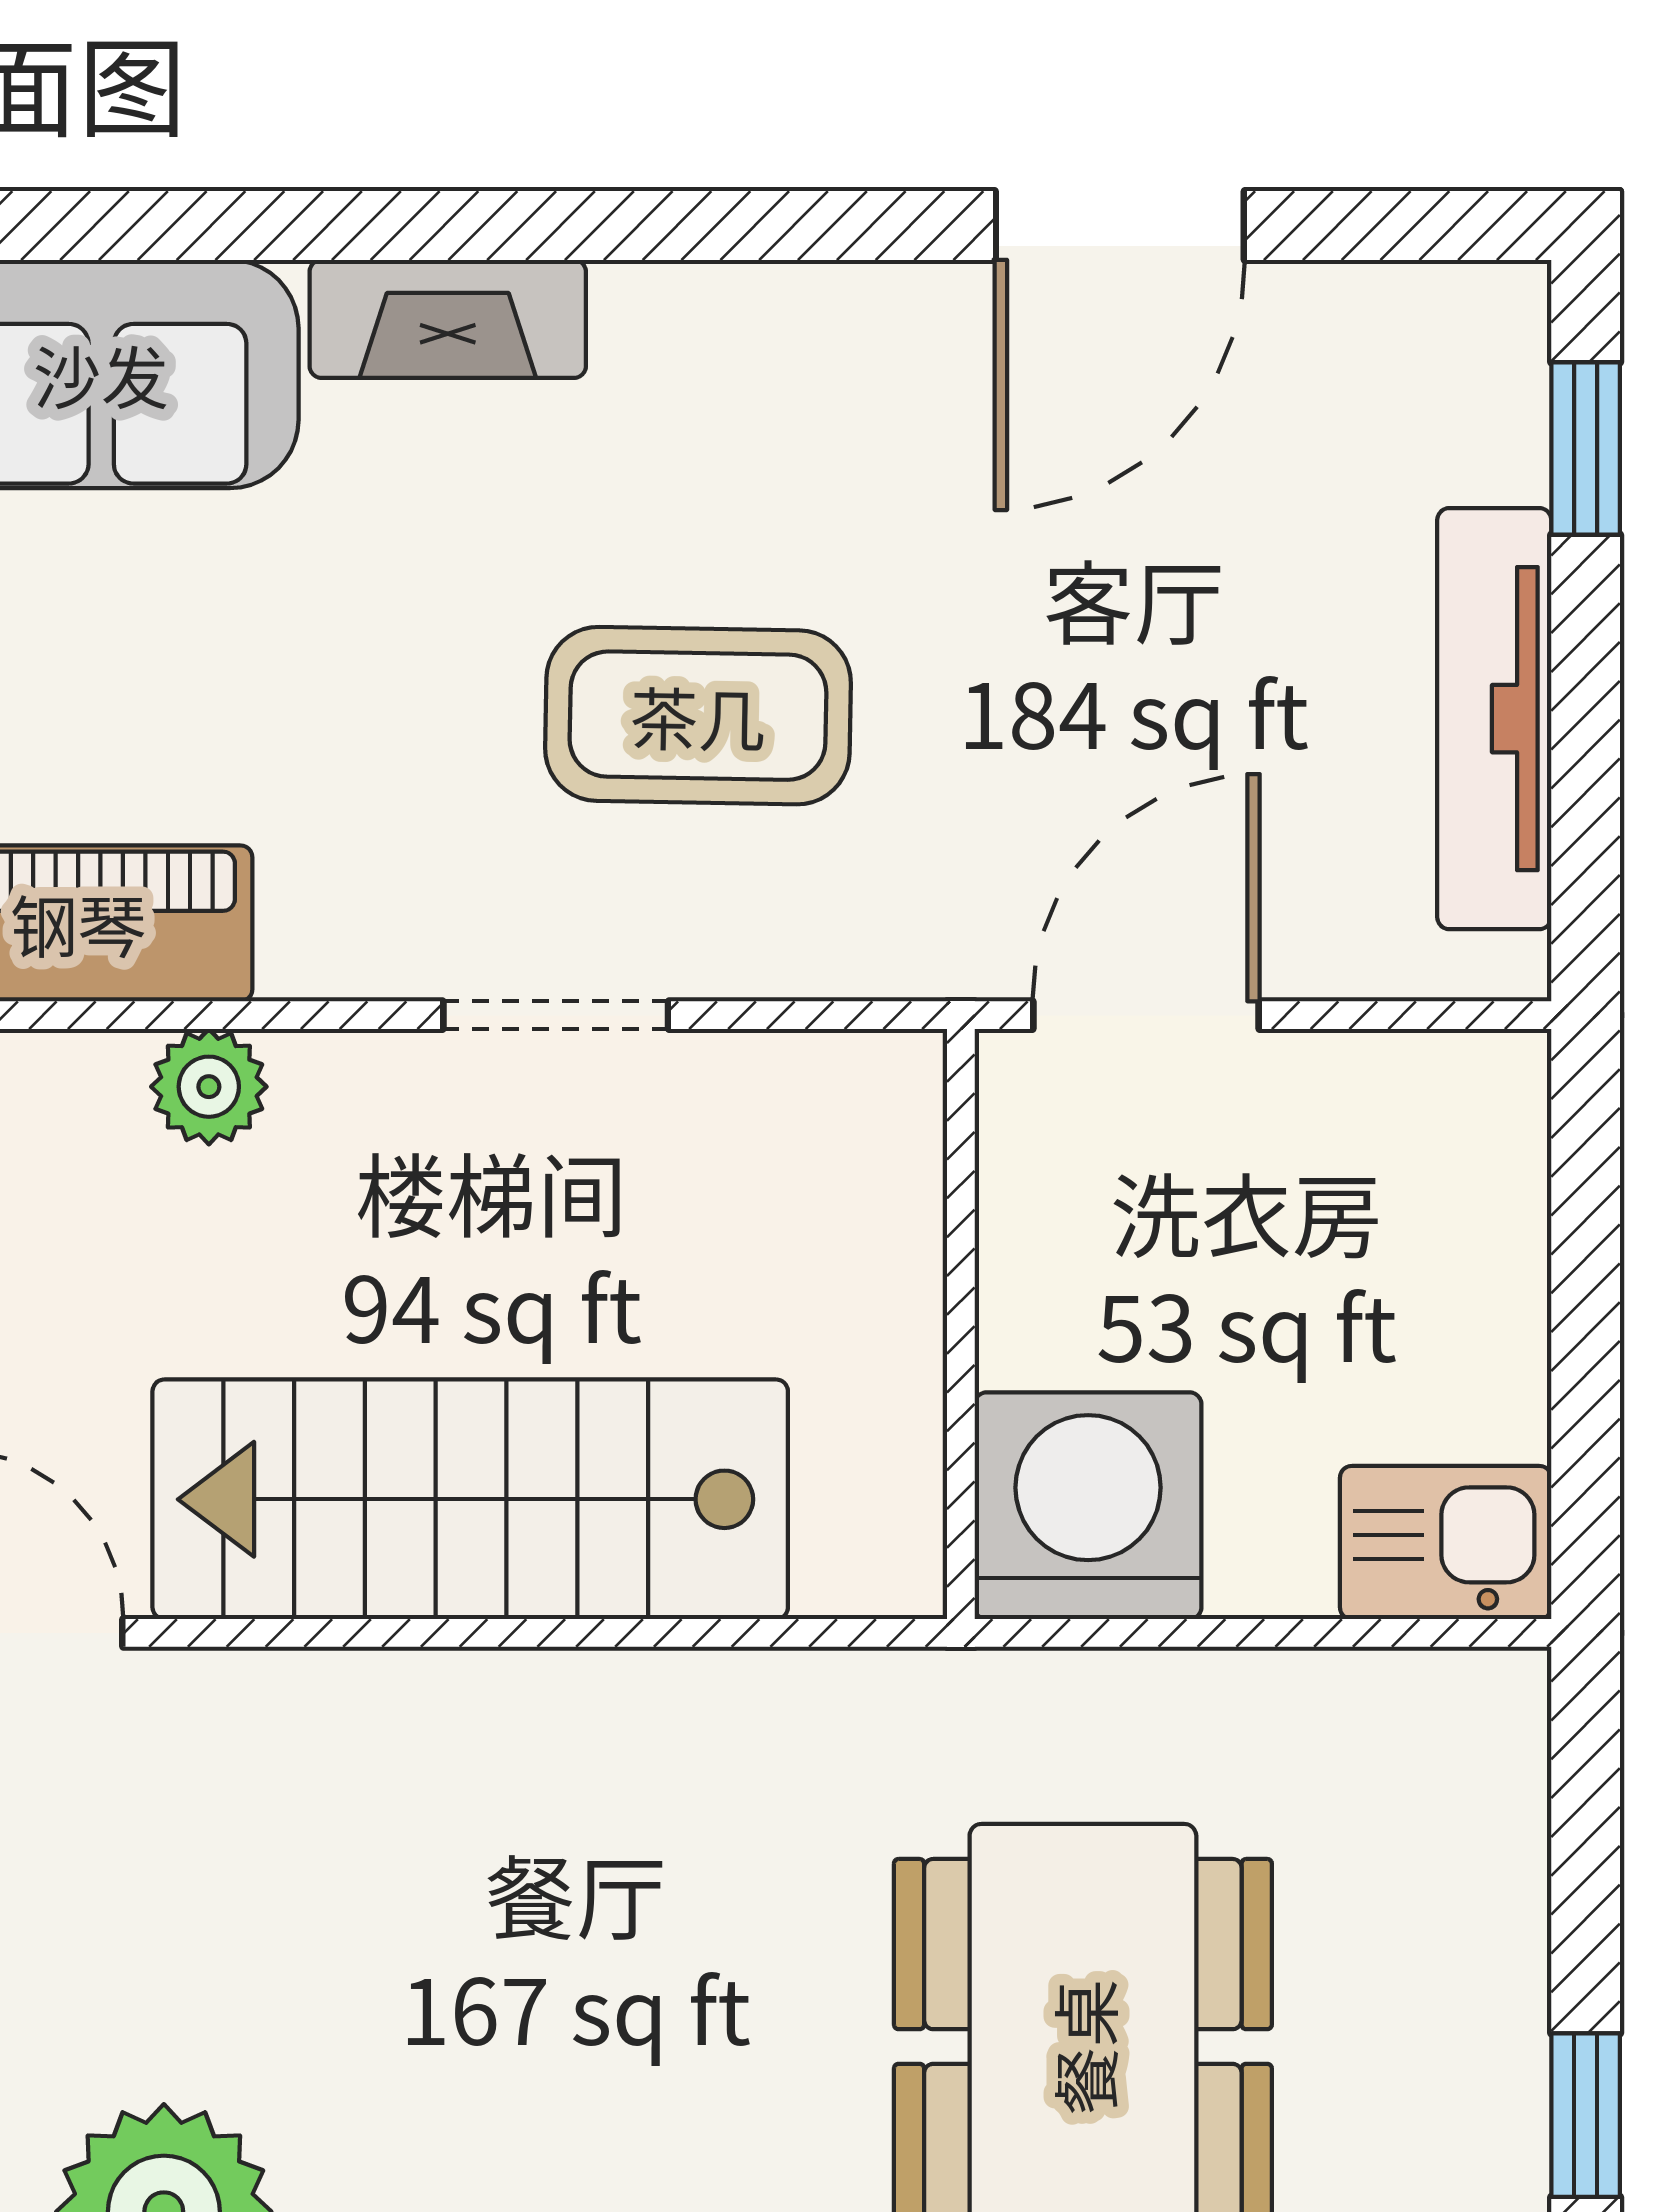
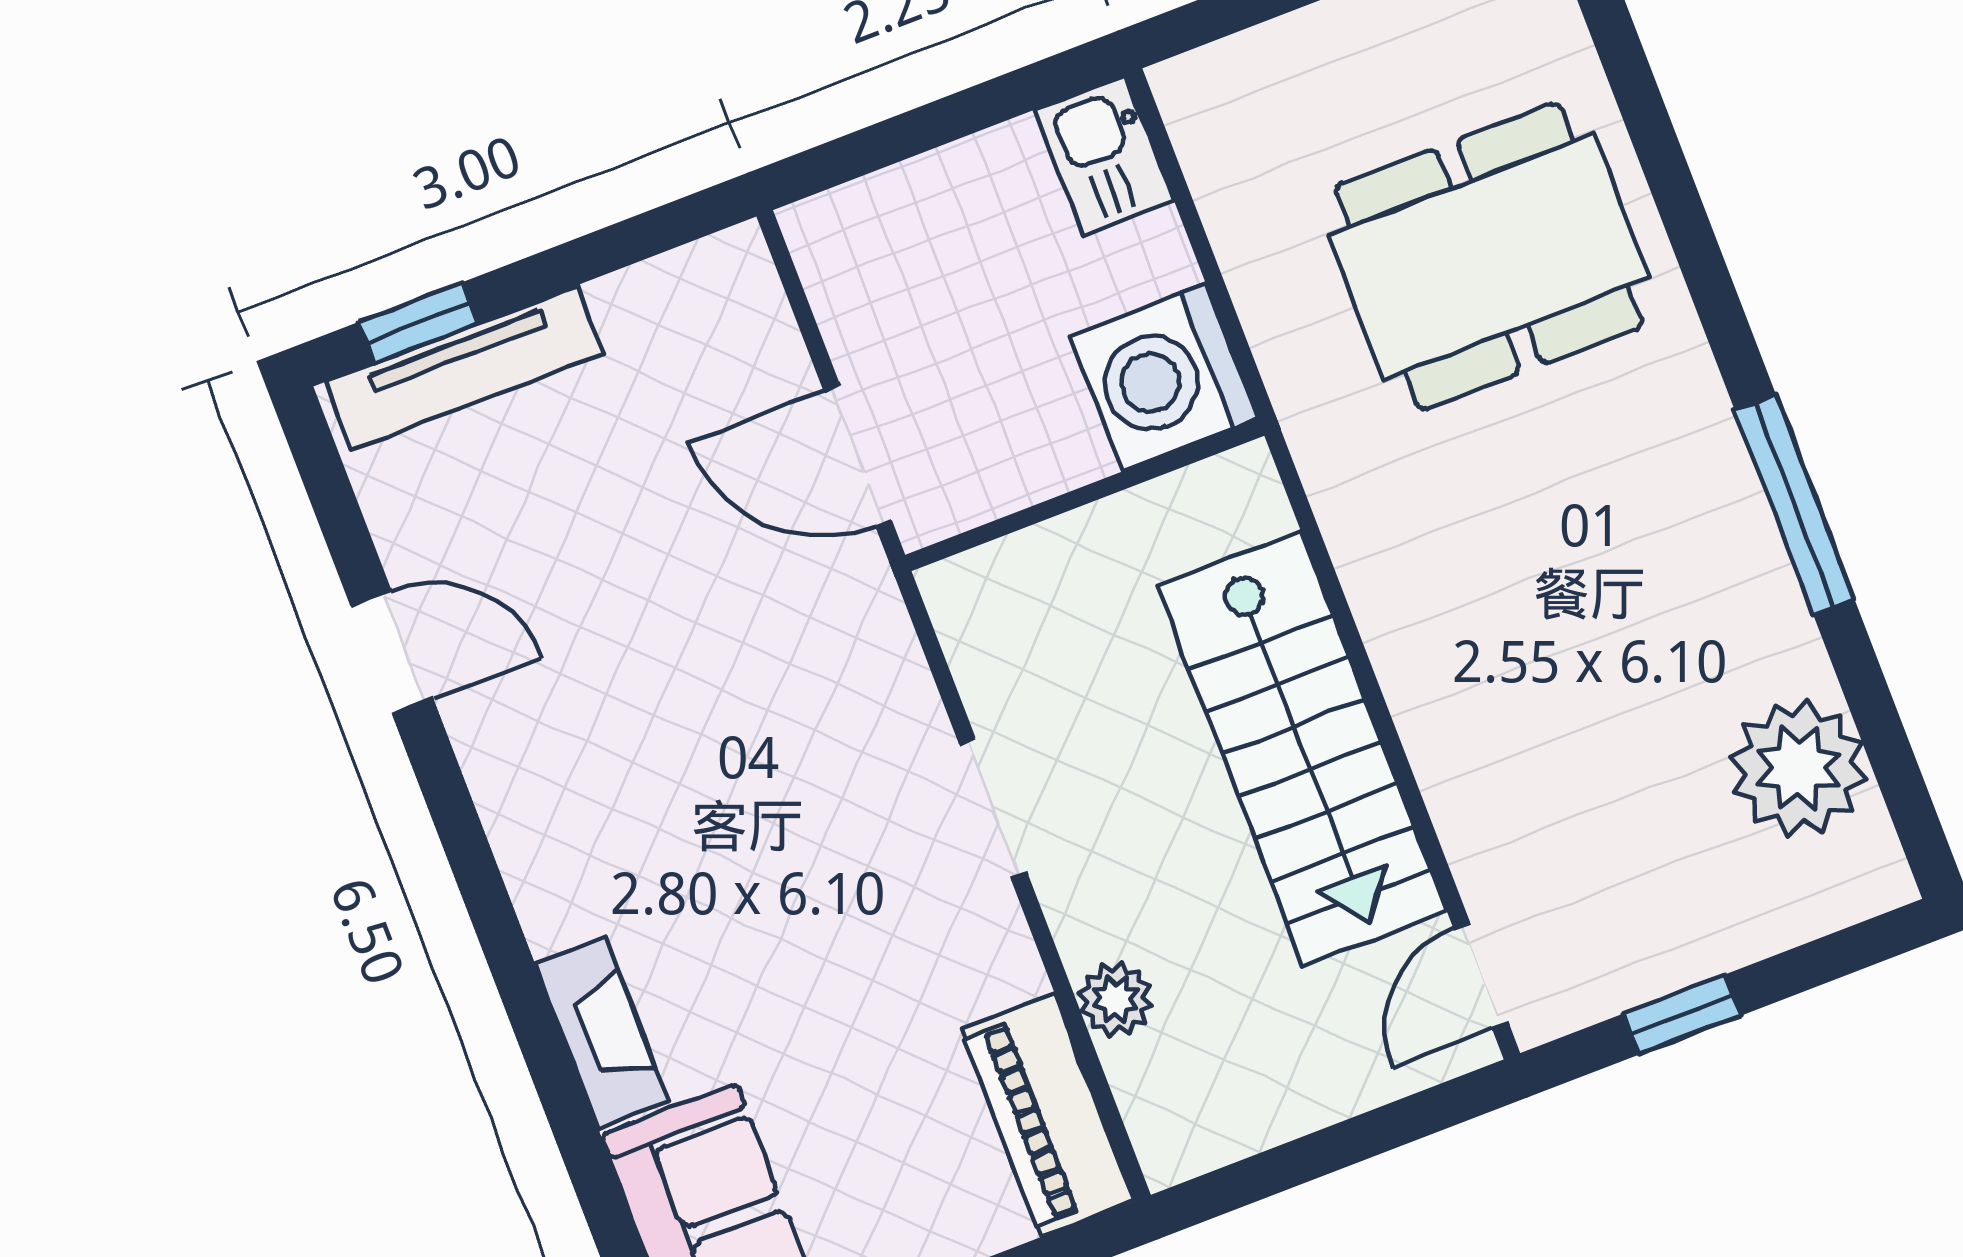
door: (1120, 226) -> (392, 652), width x0.73
coffee table: (698, 716) -> (781, 792), removed
tv unit: (1494, 719) -> (464, 368), moved

